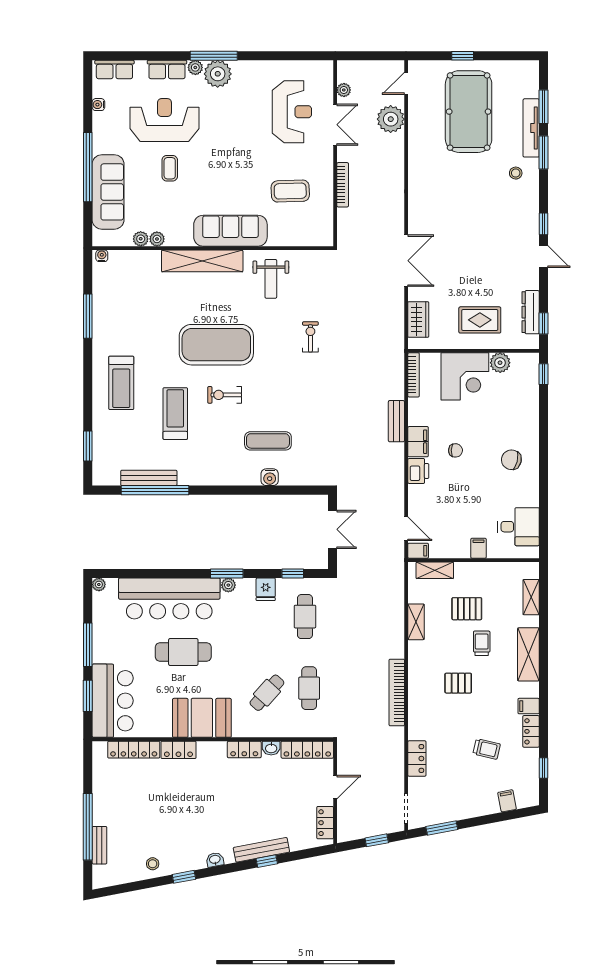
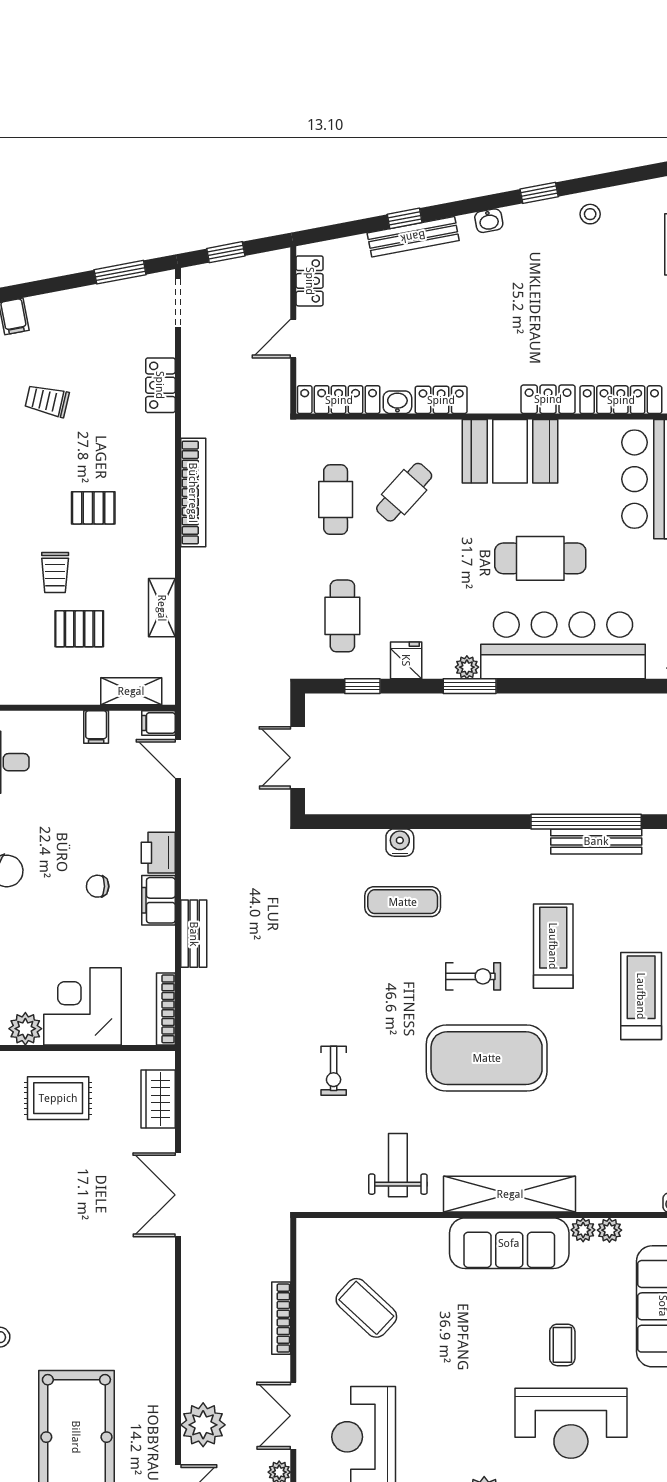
coffee table: (290, 191) -> (366, 1308), turned 45
sofa: (230, 231) -> (509, 1243), moved
treadmill: (175, 414) -> (553, 946), turned 180
filing cabinet: (479, 548) -> (96, 727), moved

